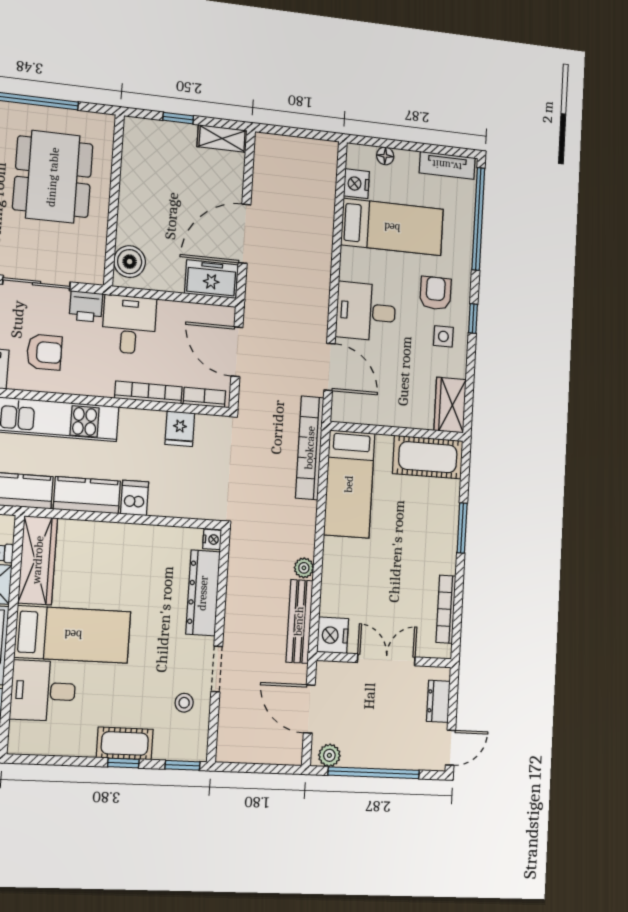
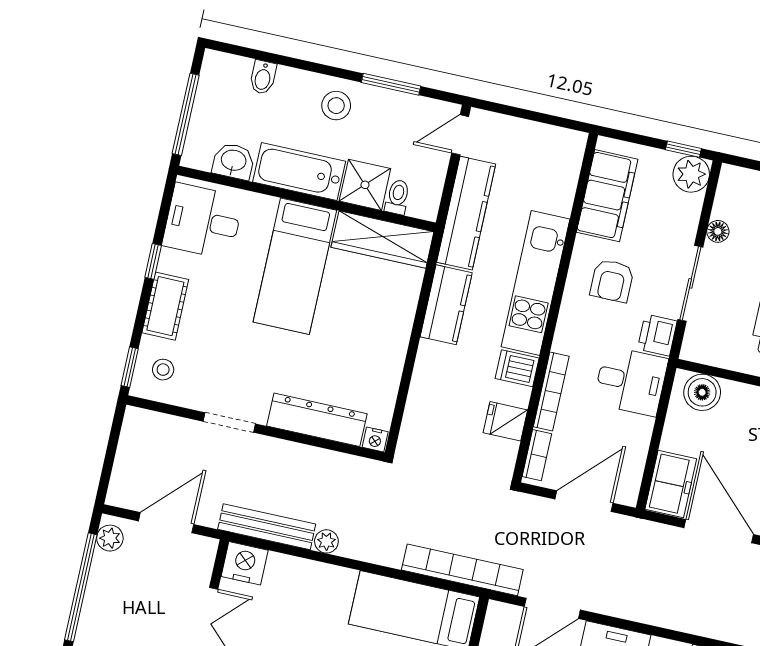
dishwasher: (135, 498) -> (517, 368), moved, turned 180
desk: (43, 691) -> (203, 221), moved, turned -90
stool: (184, 703) -> (163, 370), moved
window: (123, 763) -> (153, 261), moved

